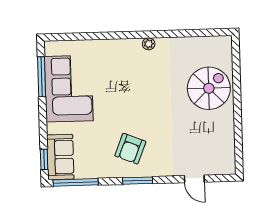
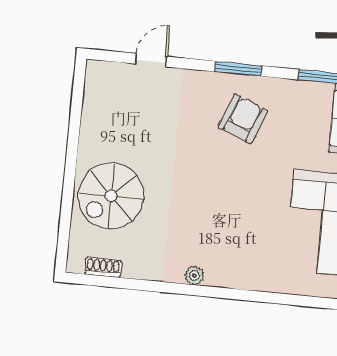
shoe rack: (208, 42) -> (103, 267), added
door: (194, 179) -> (151, 60), hinge flipped

